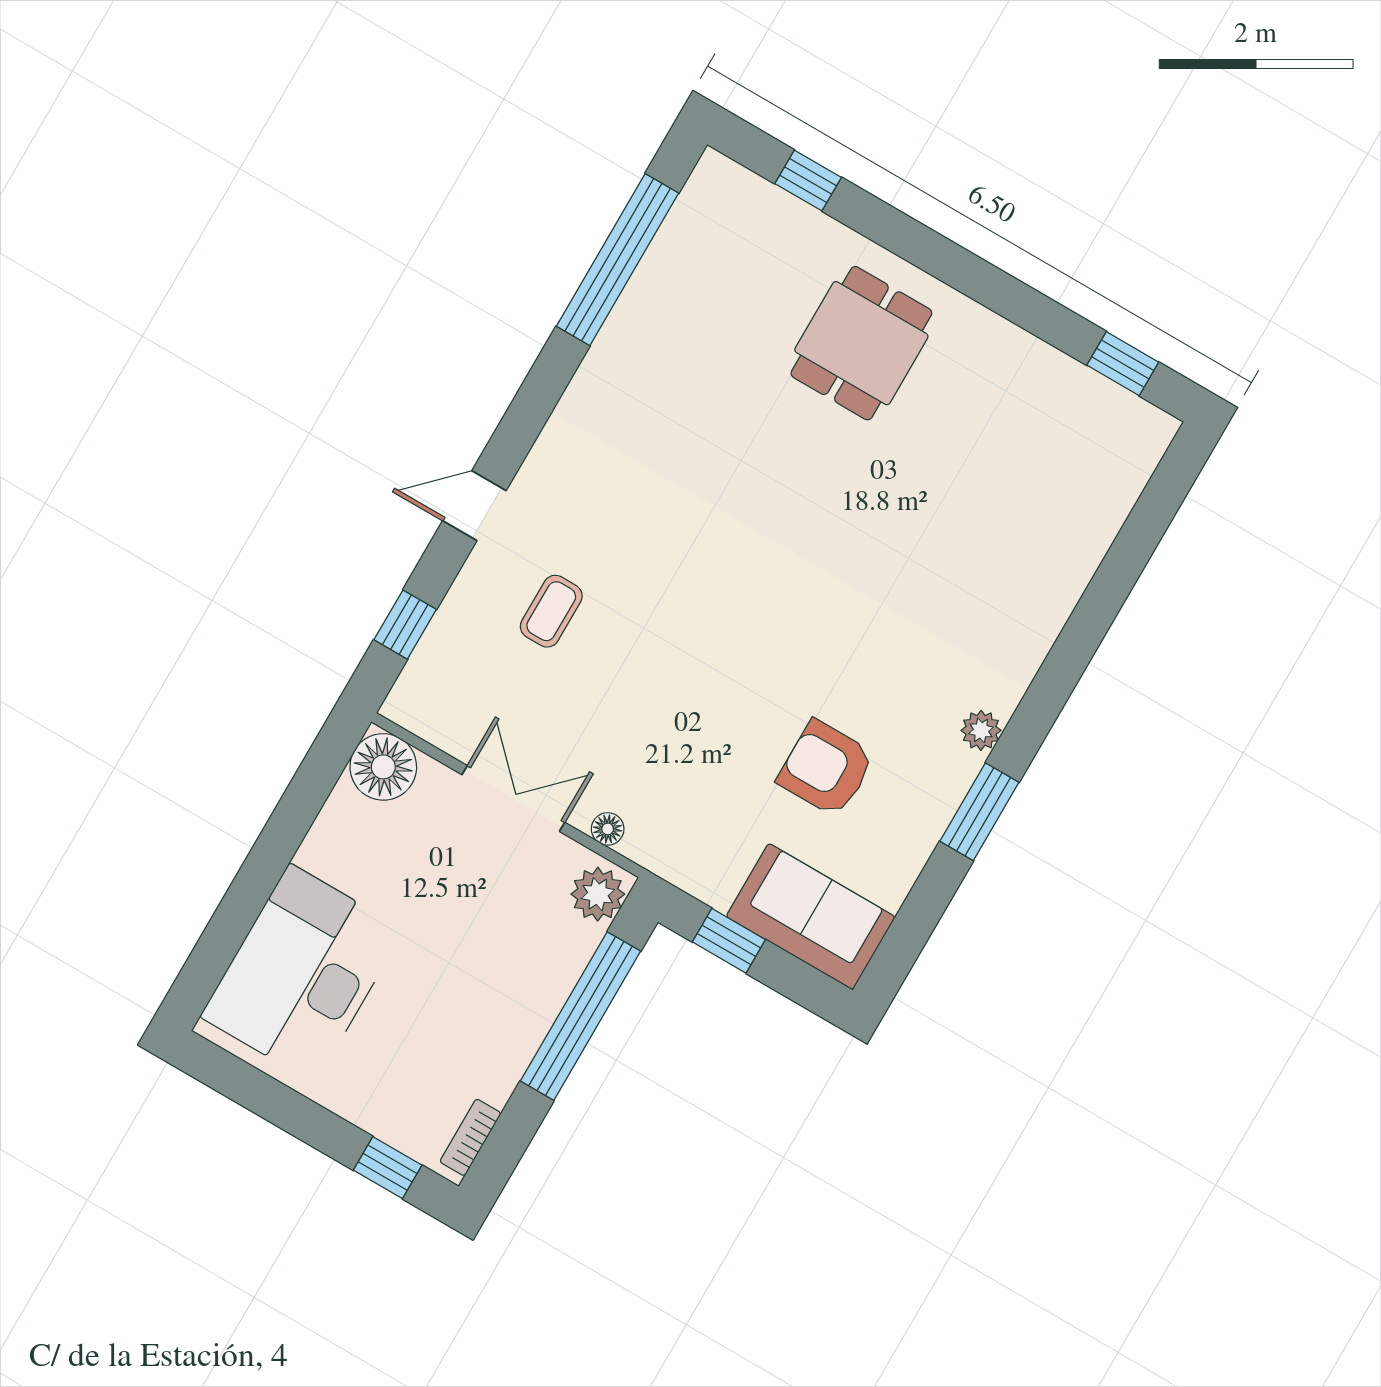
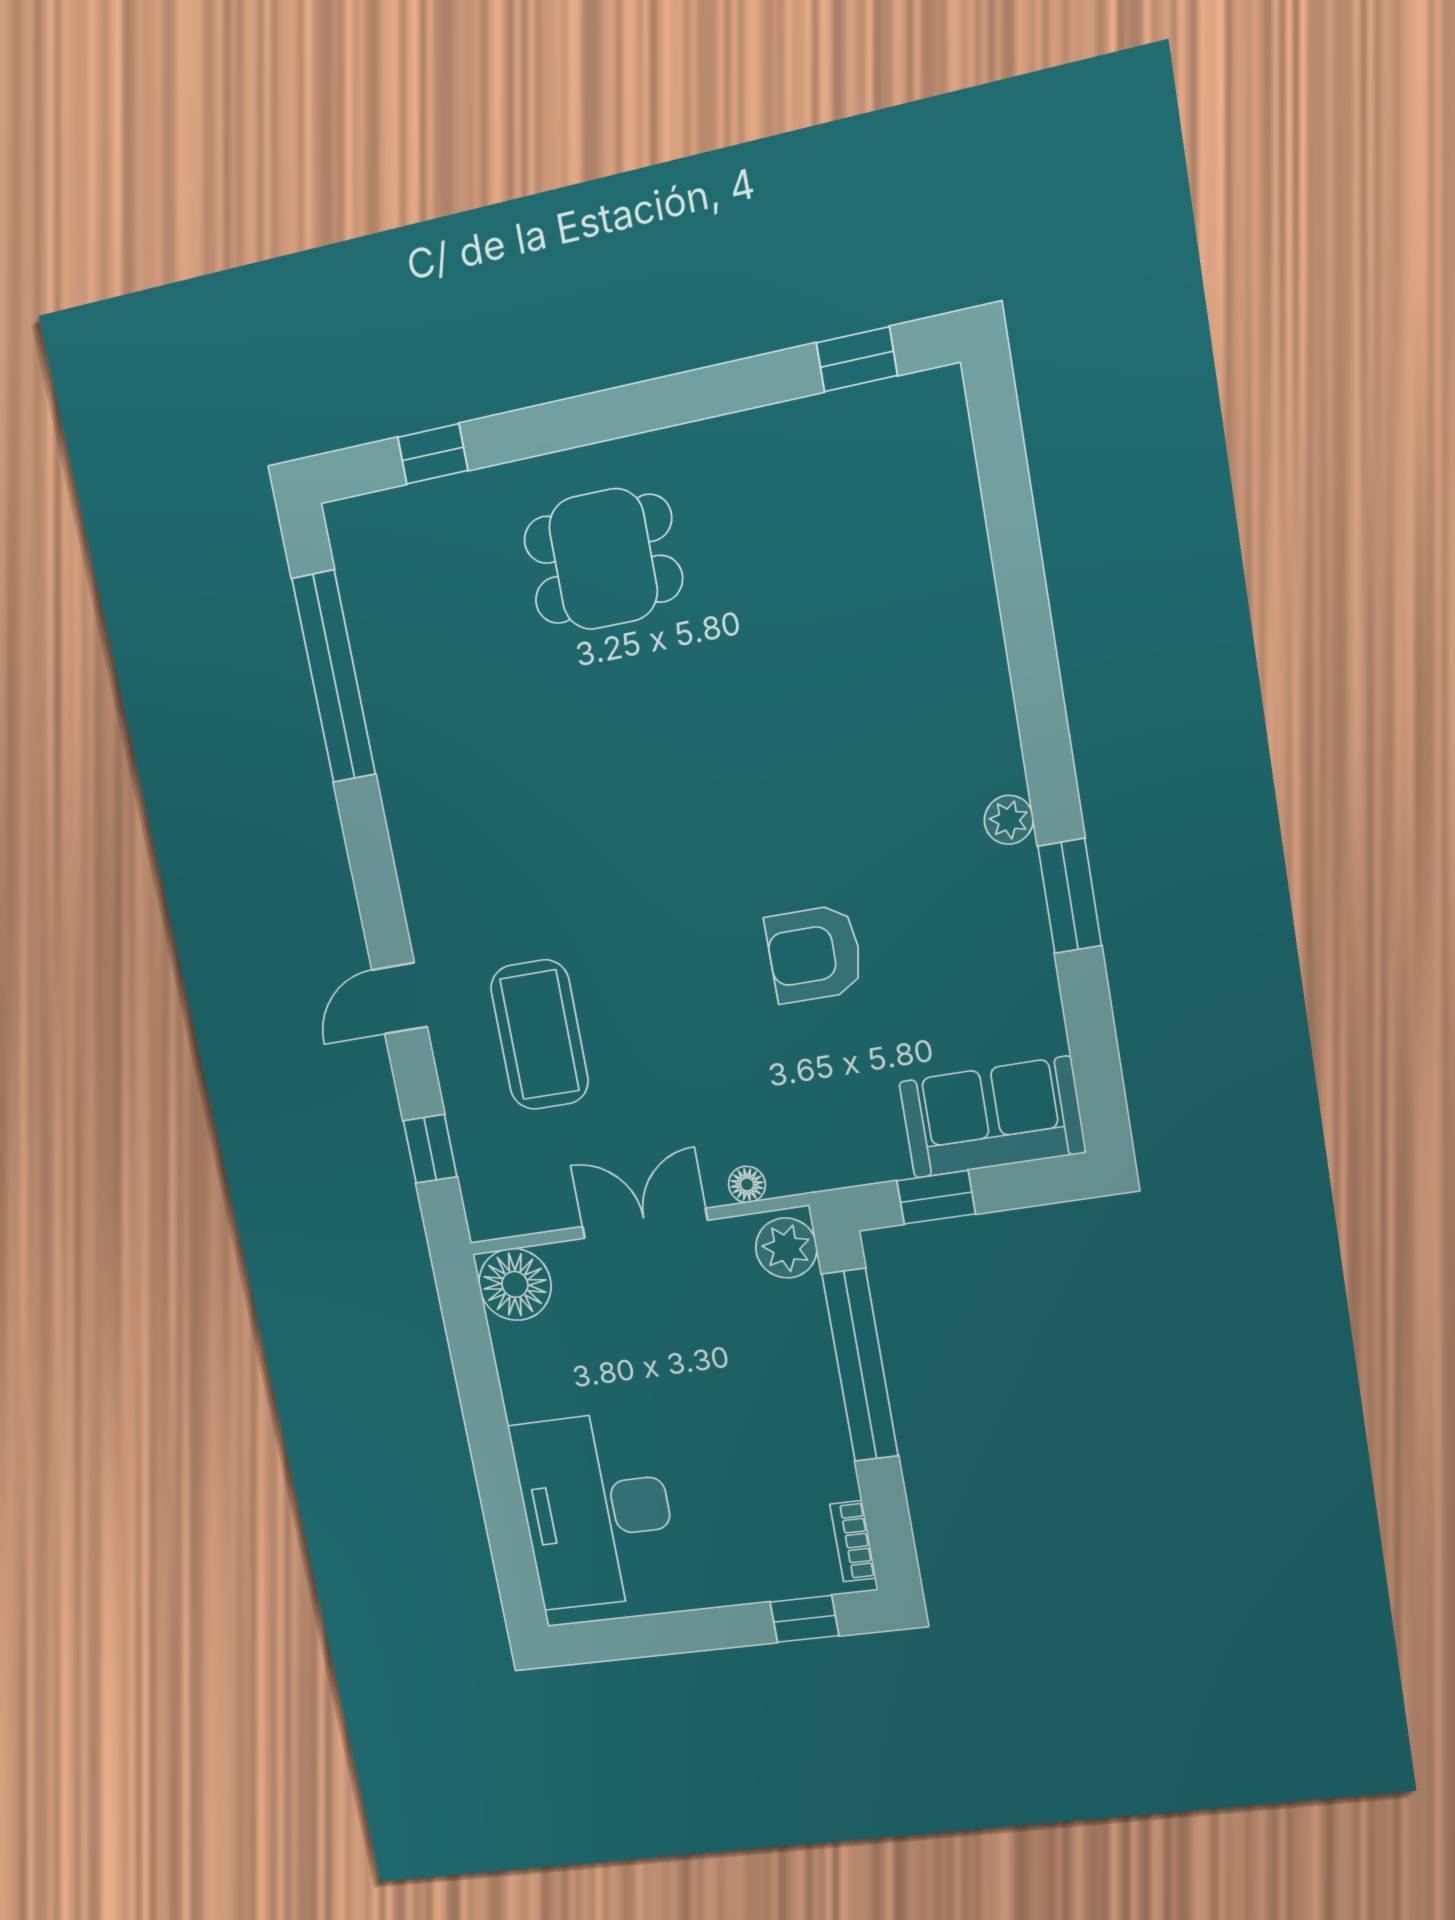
dining table: (861, 343) -> (603, 559), turned 90
coffee table: (551, 611) -> (540, 1035), width x1.86, depth x1.72
armchair: (826, 768) -> (814, 954), moved

